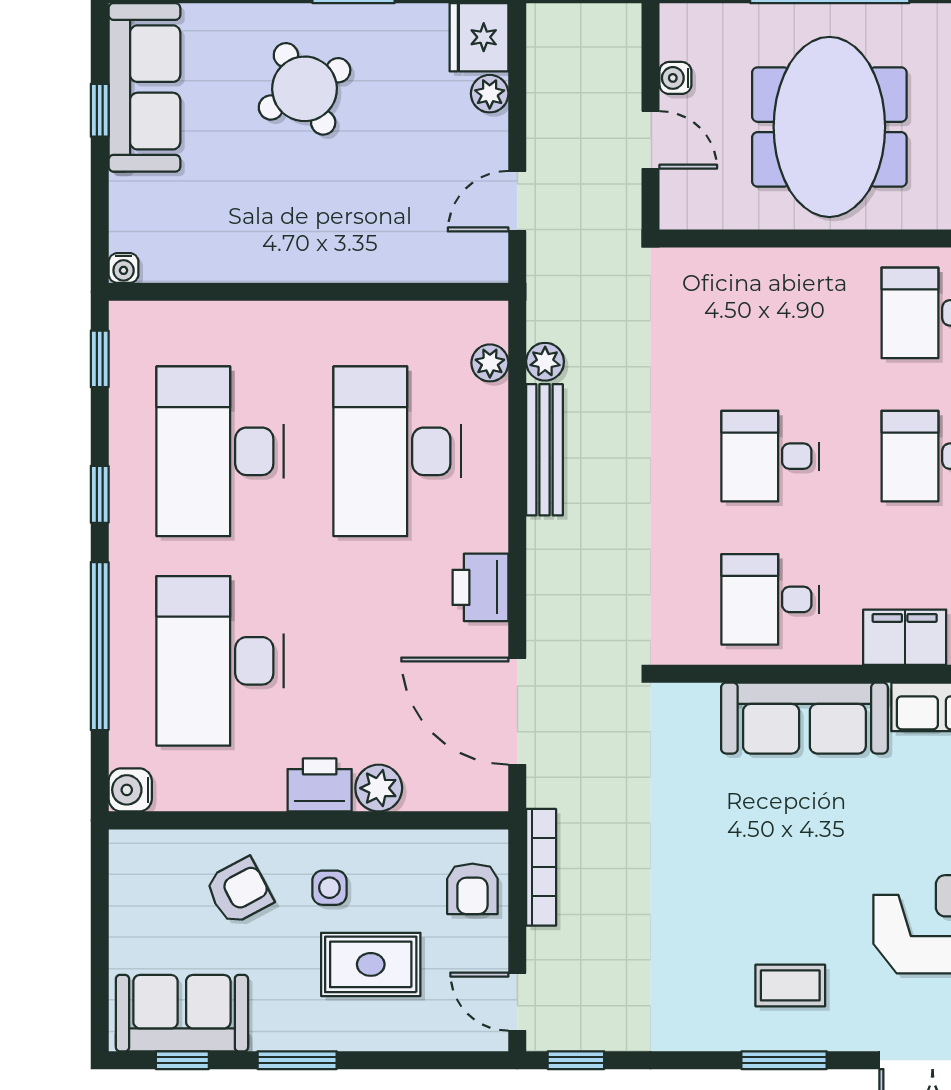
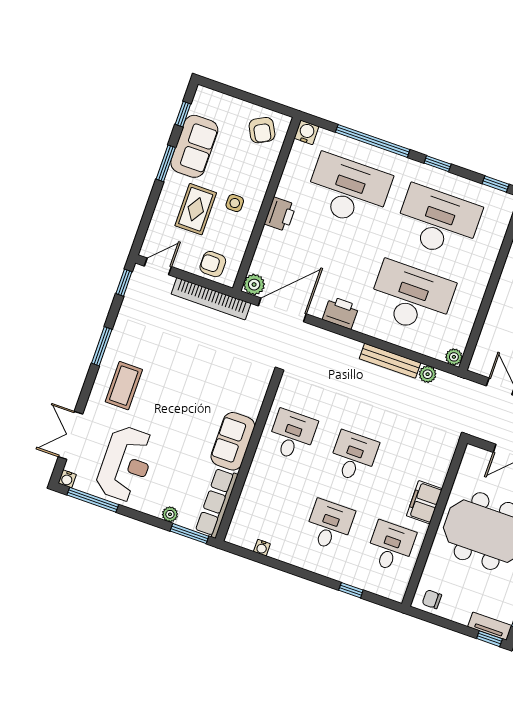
plant: (490, 363) -> (454, 357), moved
filing cabinet: (905, 637) -> (424, 502), moved, turned 180
sofa: (804, 718) -> (233, 441), width x0.73
plant: (379, 788) -> (254, 285), moved
bookcase: (541, 867) -> (211, 299), width x1.48, depth x1.31
armchair: (239, 891) -> (262, 130), moved
coffee table: (790, 985) -> (124, 386), width x1.36, depth x1.30
sofa: (182, 1013) -> (194, 146), moved
window: (784, 1060) -> (102, 346), moved

